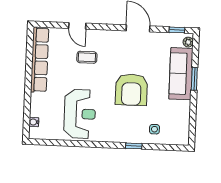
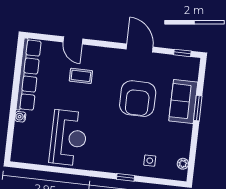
plant: (188, 42) -> (183, 164), moved
sofa: (181, 74) -> (183, 101), width x0.73
armchair: (131, 90) -> (138, 99), moved
water cooler: (34, 122) -> (20, 117), moved

